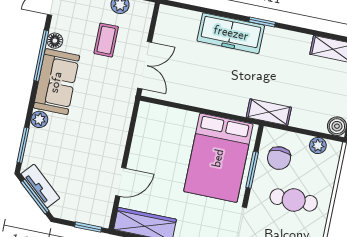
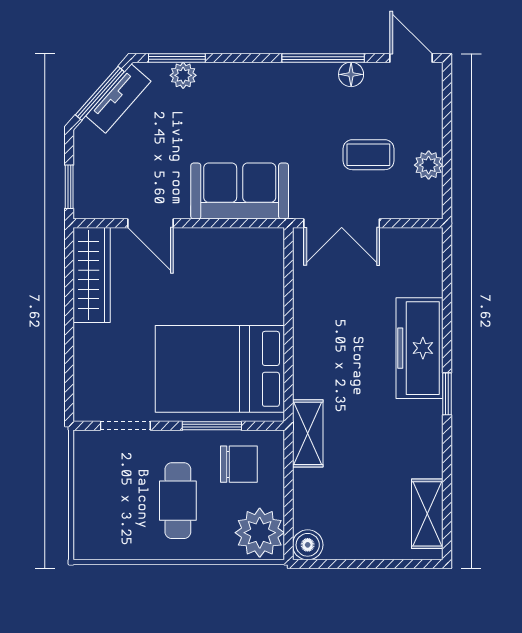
sofa: (56, 82) -> (240, 191), moved, turned 180
plant: (39, 119) -> (183, 75), moved
plant: (318, 145) -> (260, 533), width x1.87, depth x1.87
chair: (279, 158) -> (239, 464), turned 180

